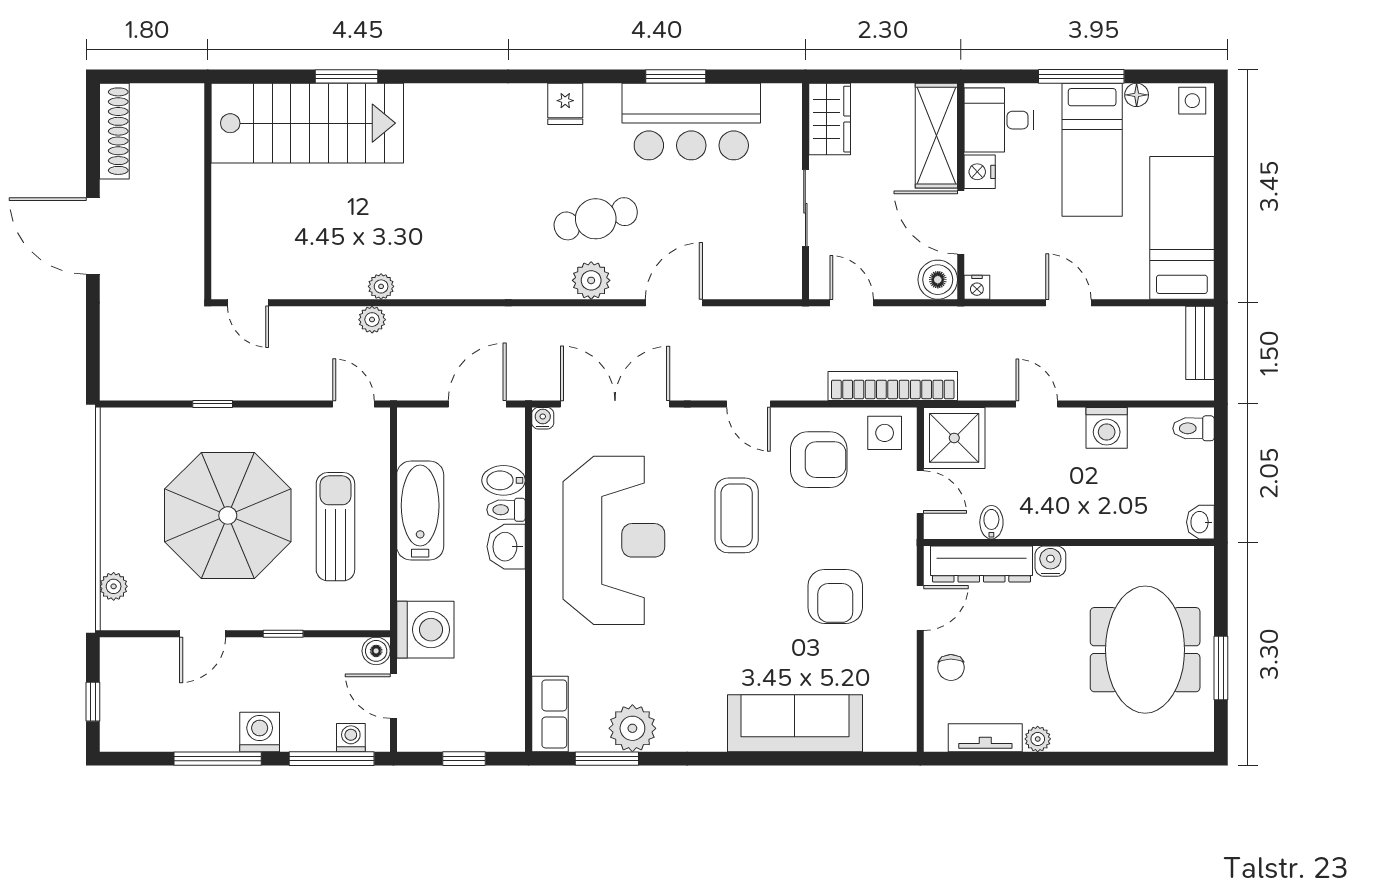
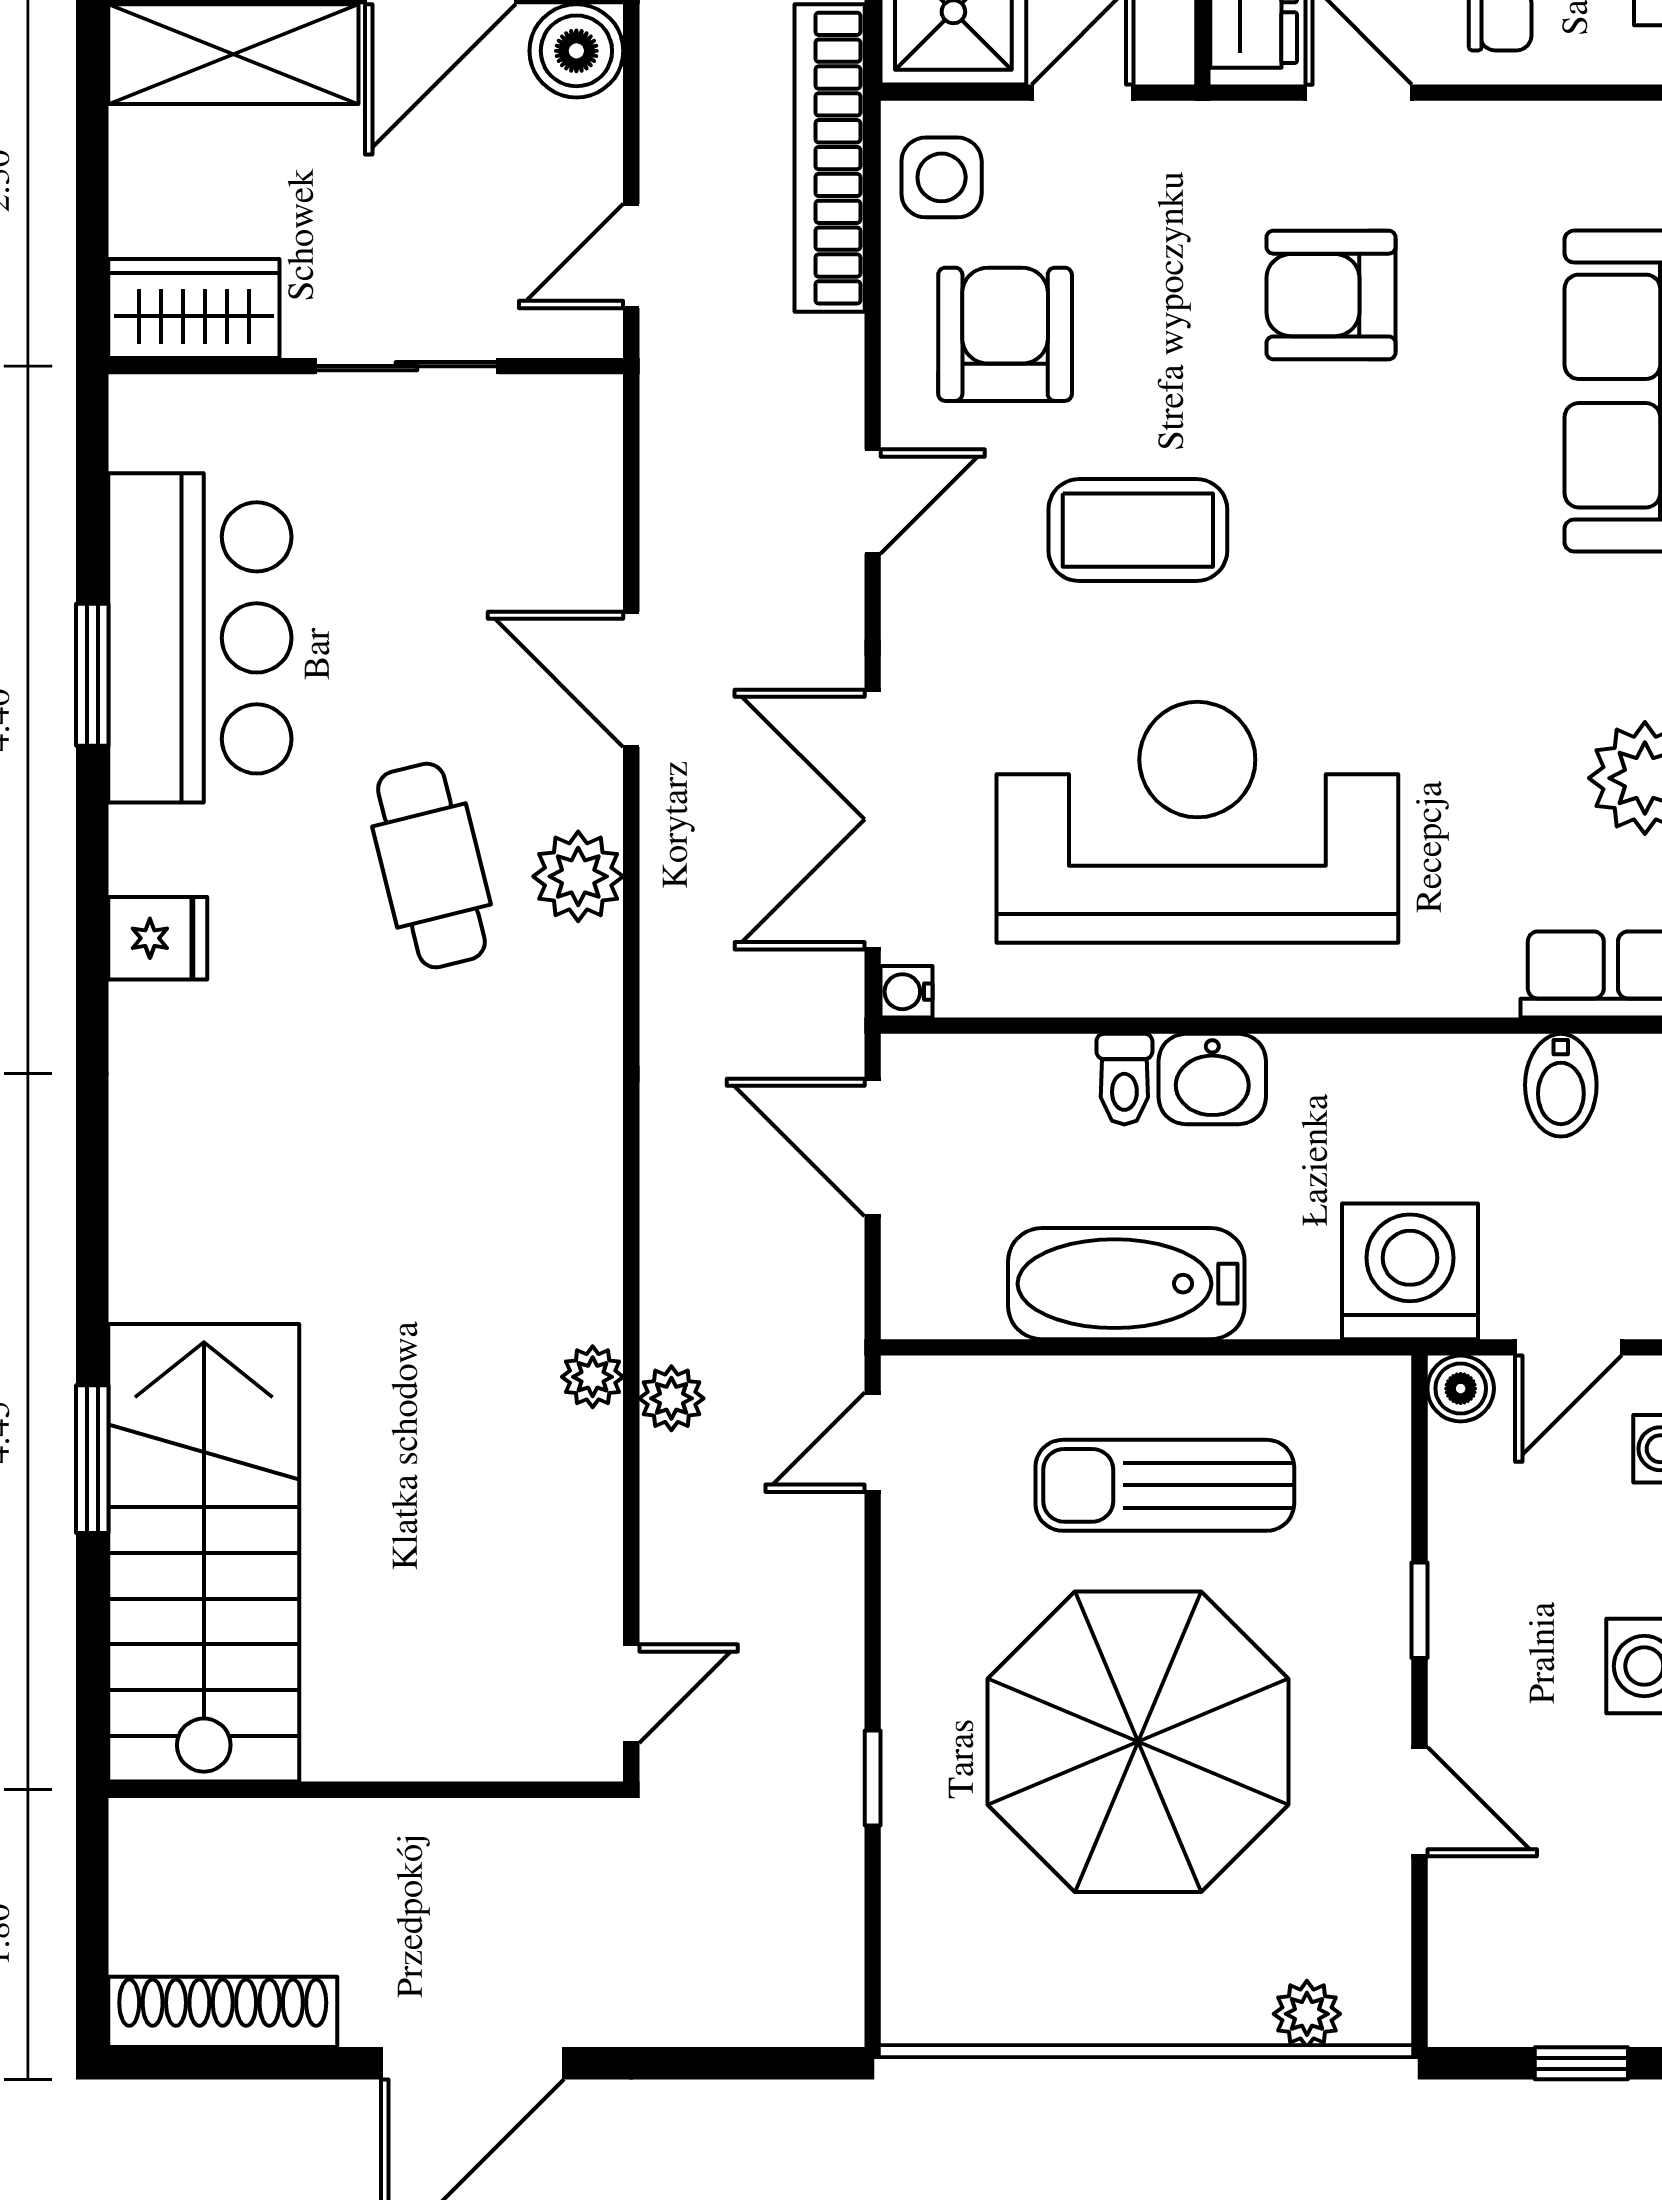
bidet: (503, 480) -> (1561, 1085), moved
armchair: (835, 596) -> (1331, 295), turned 180

